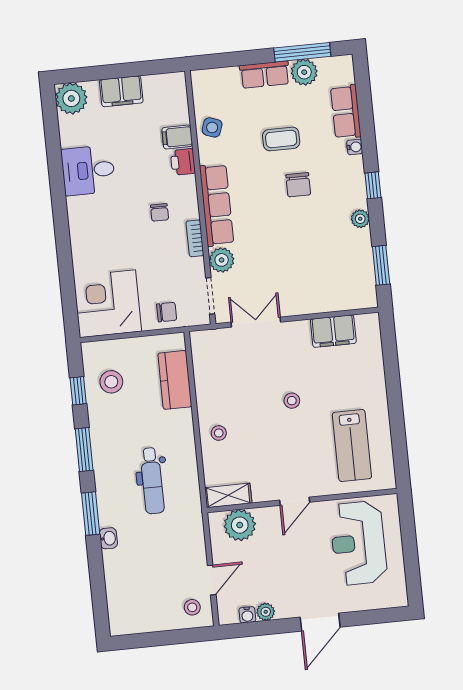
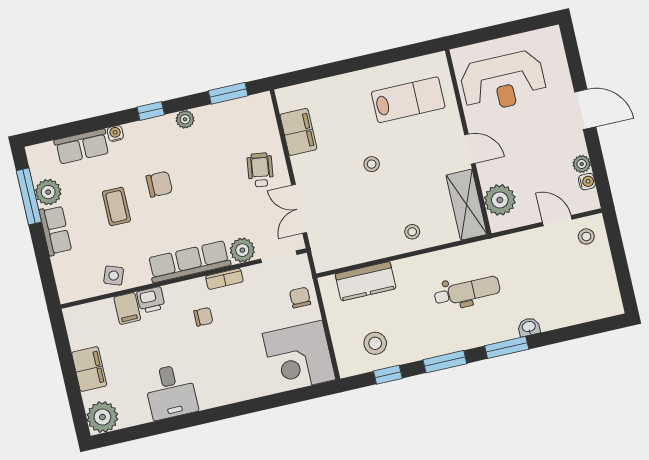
wheelchair: (300, 288) -> (260, 170), added
shelving: (228, 495) -> (466, 205), width x1.50, depth x1.33

